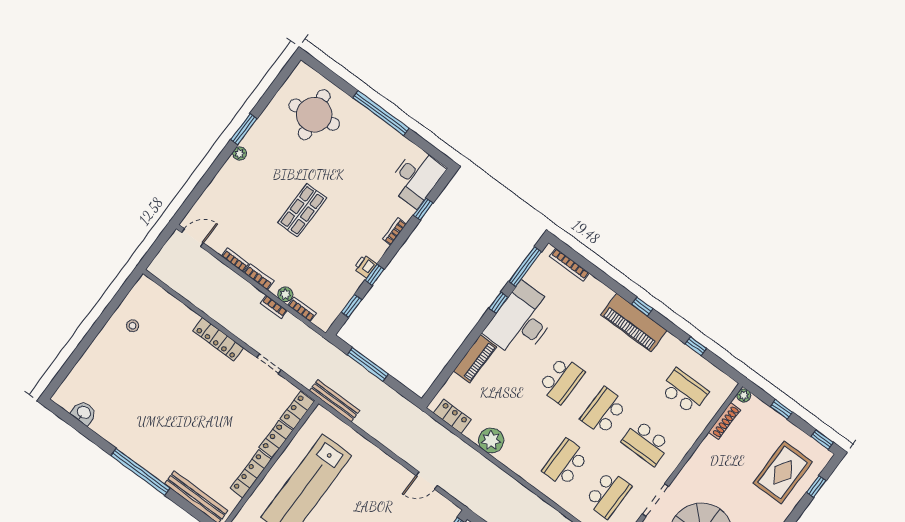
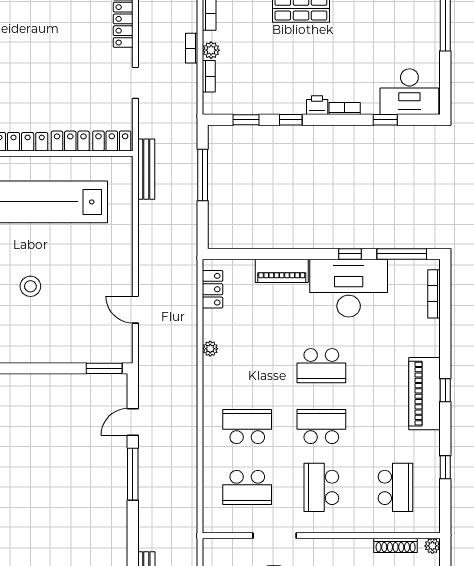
printer: (365, 266) -> (317, 105), moved
plant: (491, 440) -> (210, 349), width x0.53, depth x0.53

